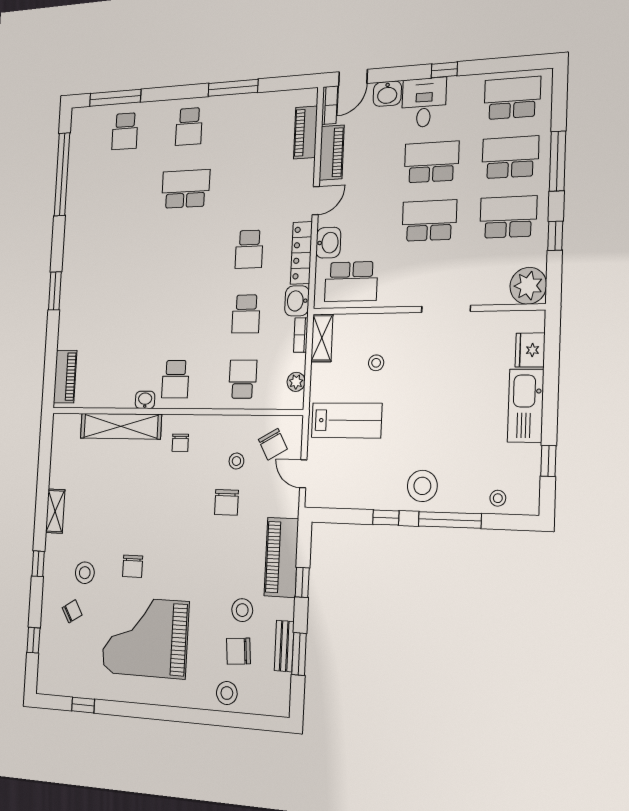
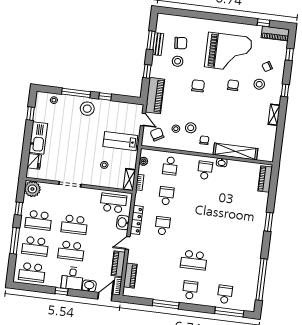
washbasin: (297, 301) -> (140, 198), removed
chair: (226, 502) -> (198, 86), moved
piano: (281, 557) -> (155, 96), moved
piano: (61, 683) -> (275, 33), added
stool: (227, 693) -> (191, 128), moved

